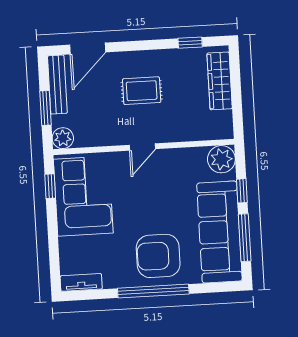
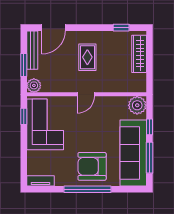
rug: (142, 91) -> (87, 57), turned 90

